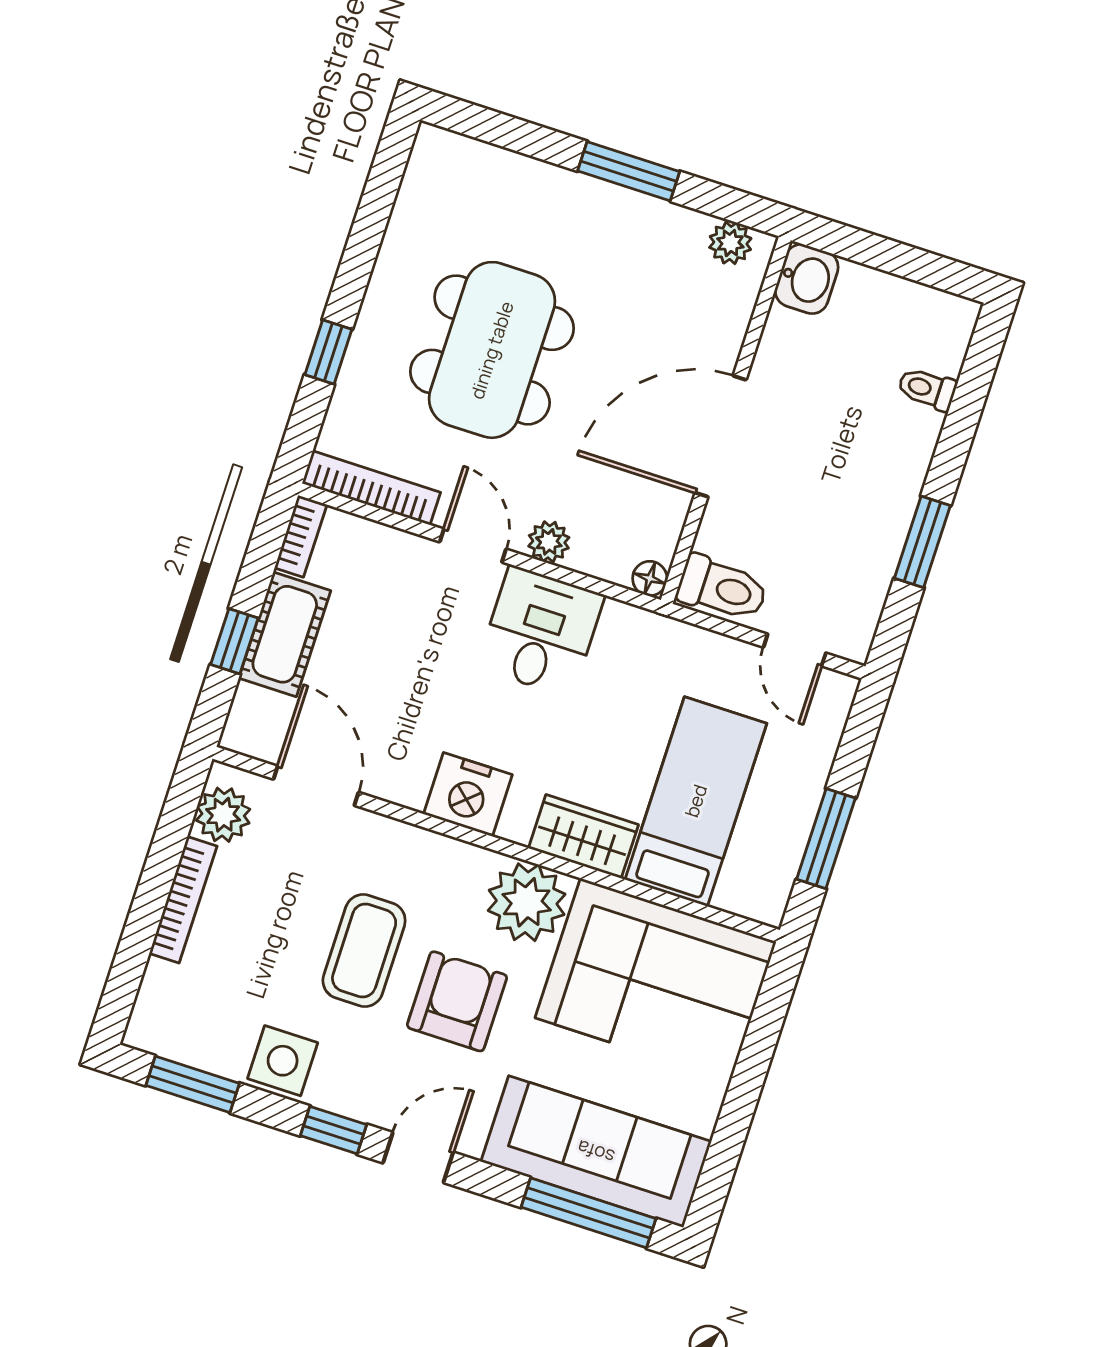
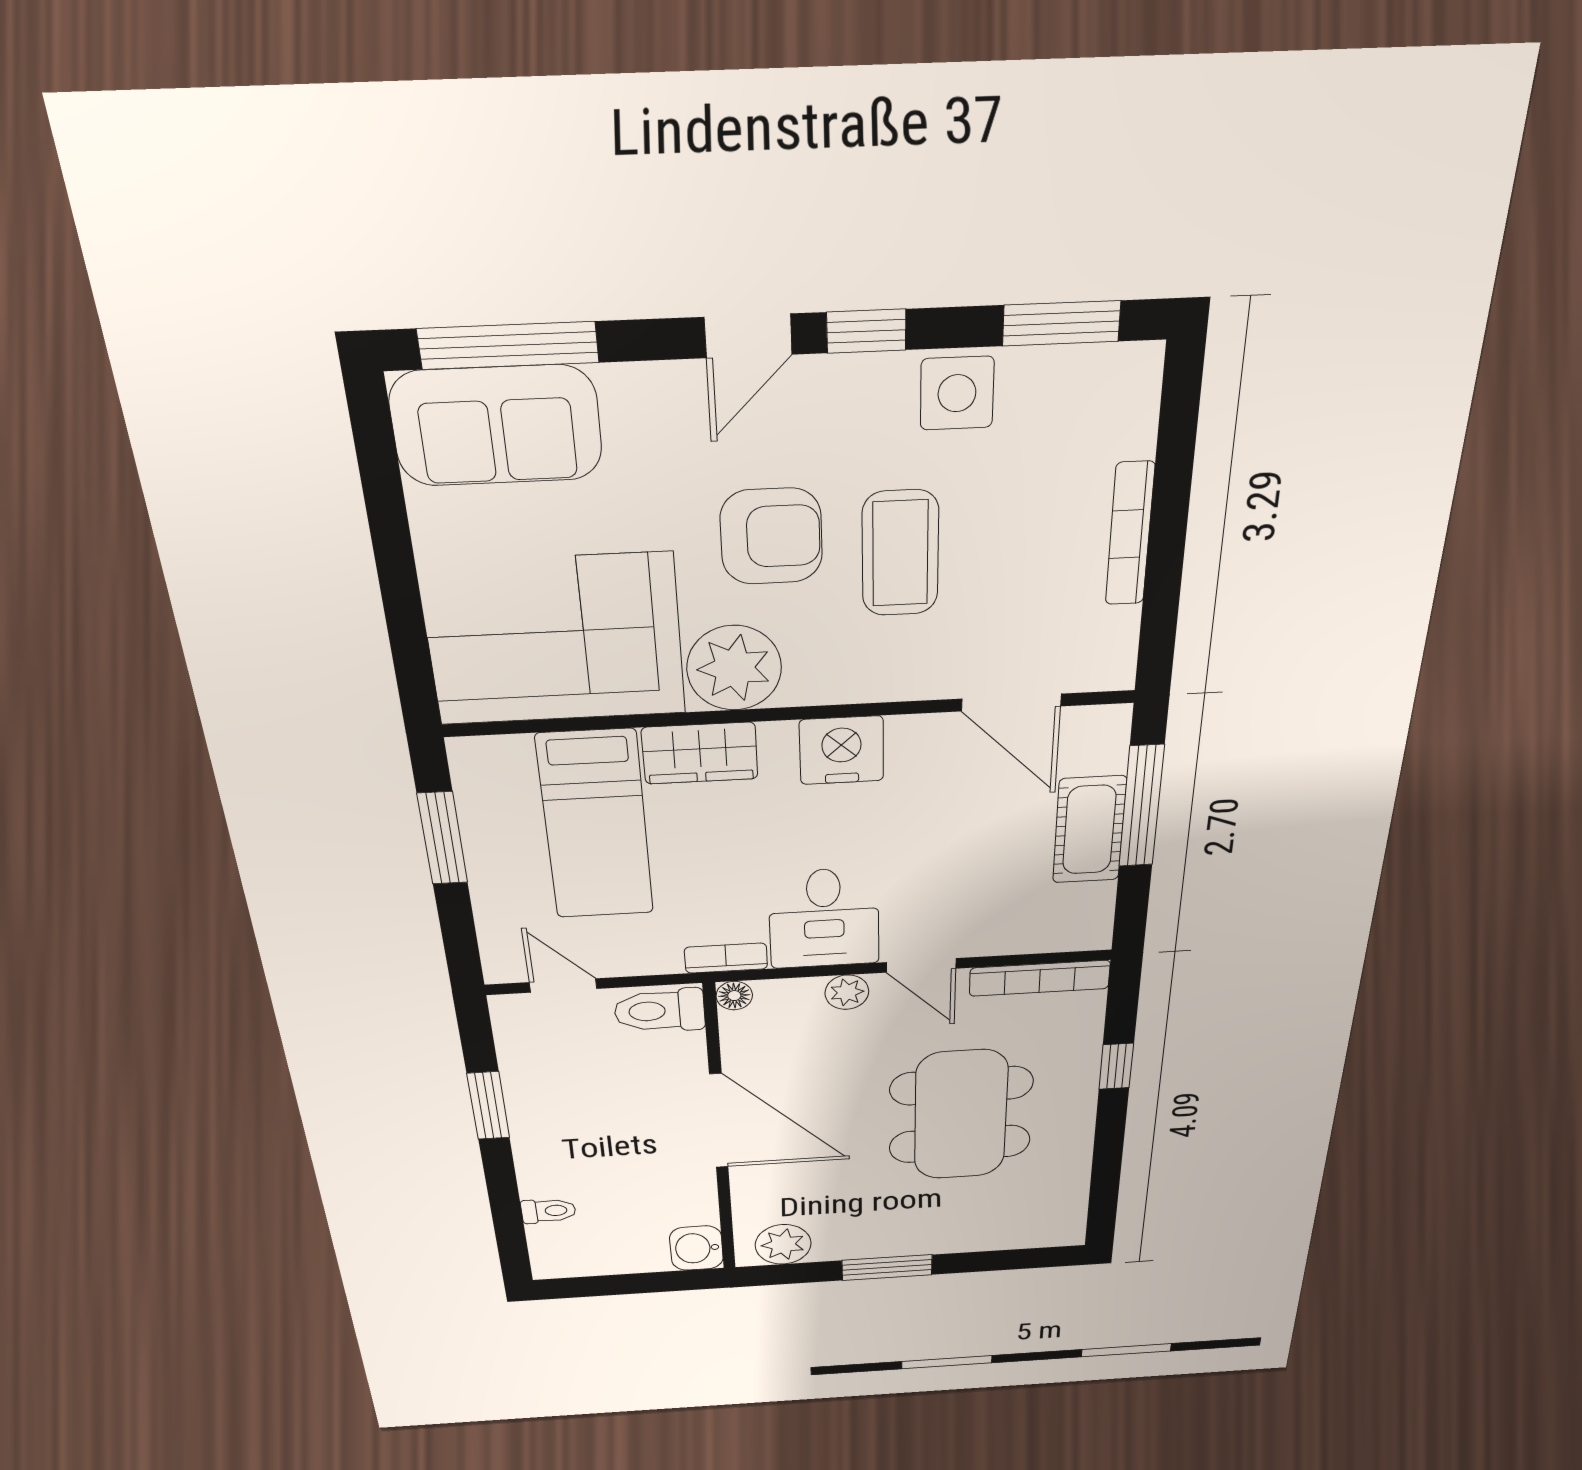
plant: (730, 243) -> (783, 1244), width x1.38, depth x1.38
door: (721, 436) -> (719, 1121), hinge flipped
bookcase: (301, 536) -> (726, 958), moved, turned 90
window: (234, 641) -> (1141, 806), width x2.17
plant: (223, 815) -> (1107, 639), removed
armchair: (457, 1001) -> (771, 536), turned -90
sofa: (596, 1152) -> (496, 426), width x0.73

